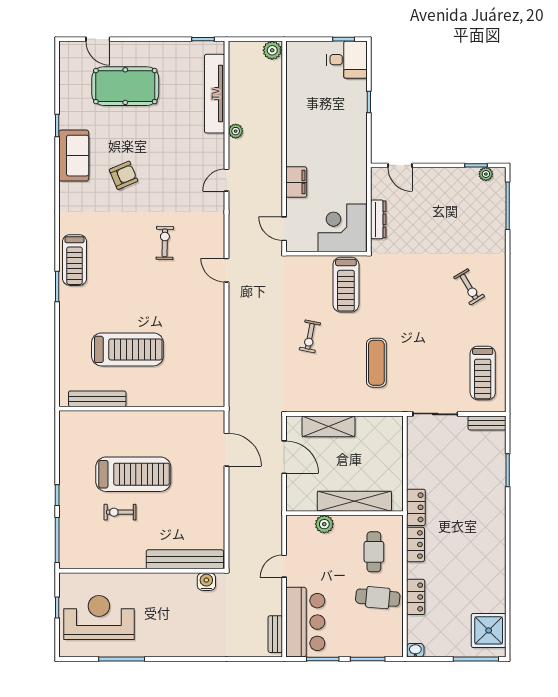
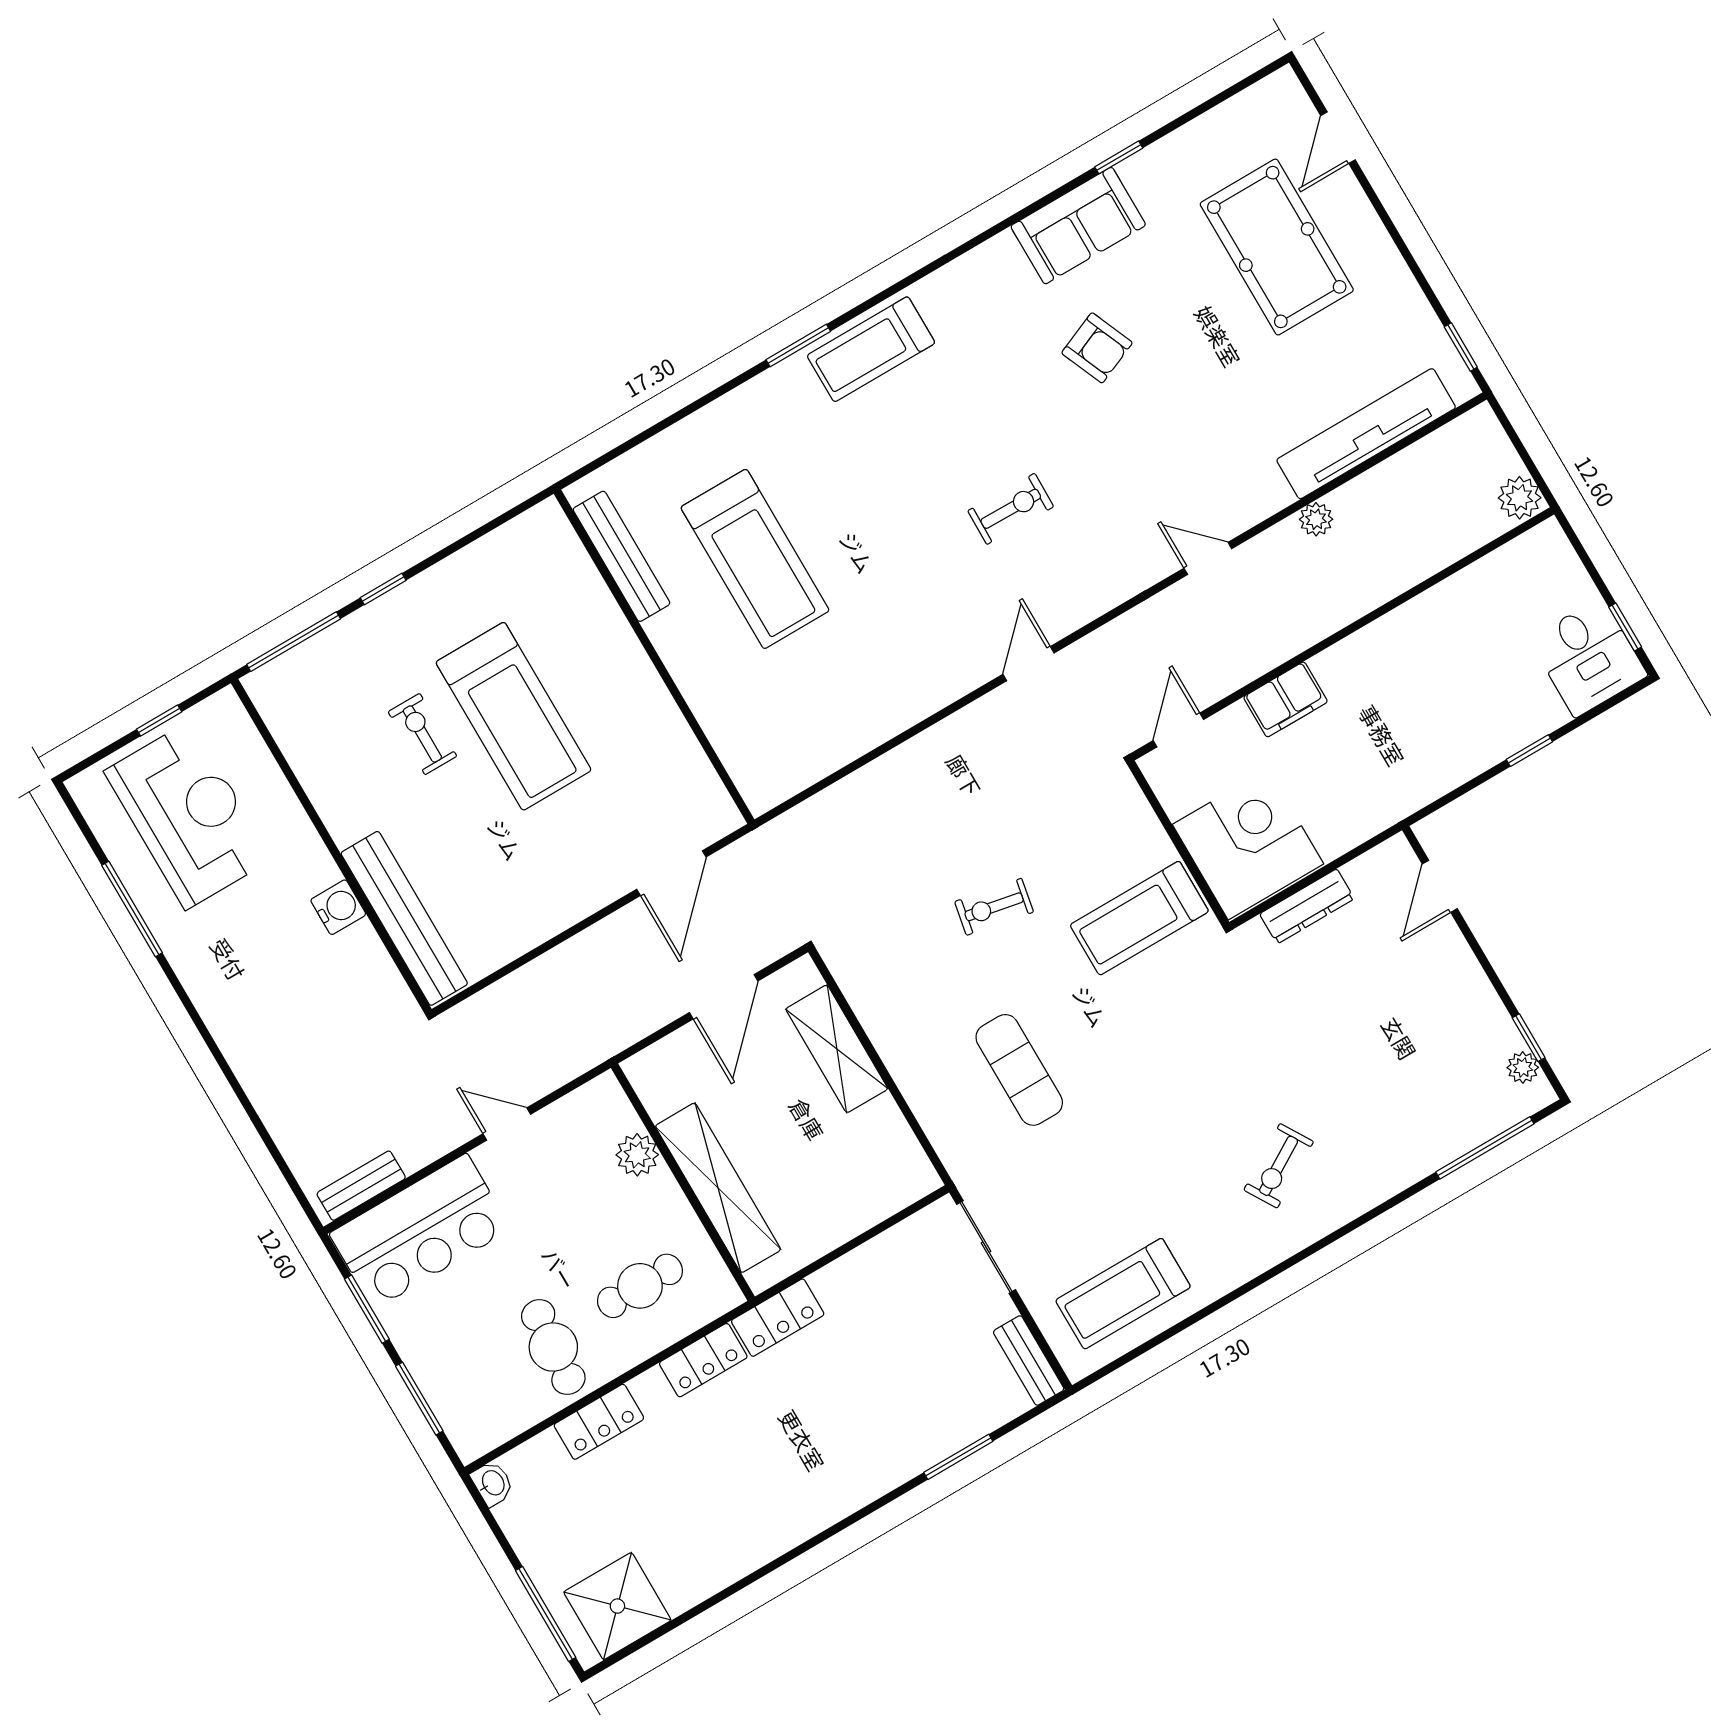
exercise mat: (376, 363) -> (1019, 1070), turned 90
water cooler: (206, 582) -> (338, 907), moved

